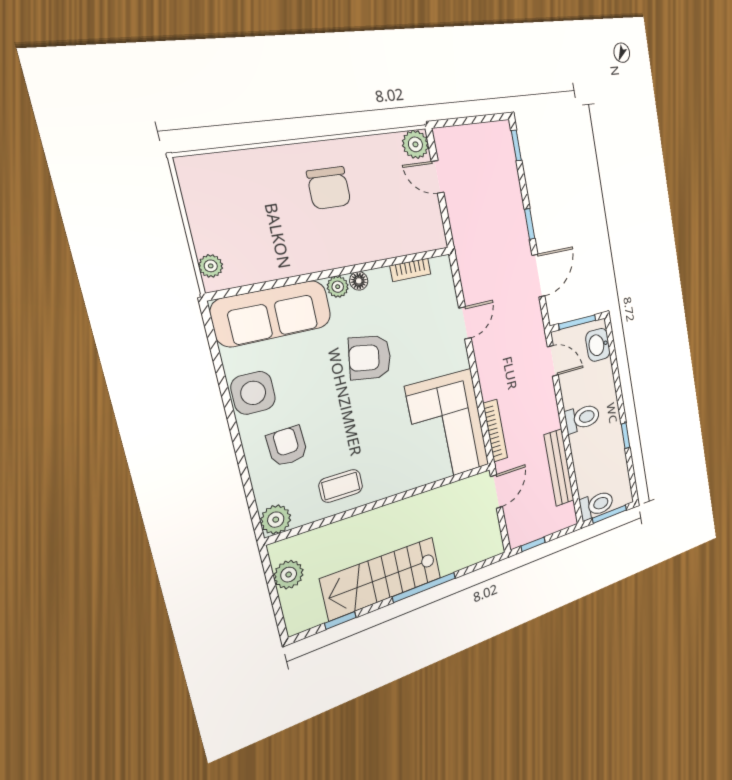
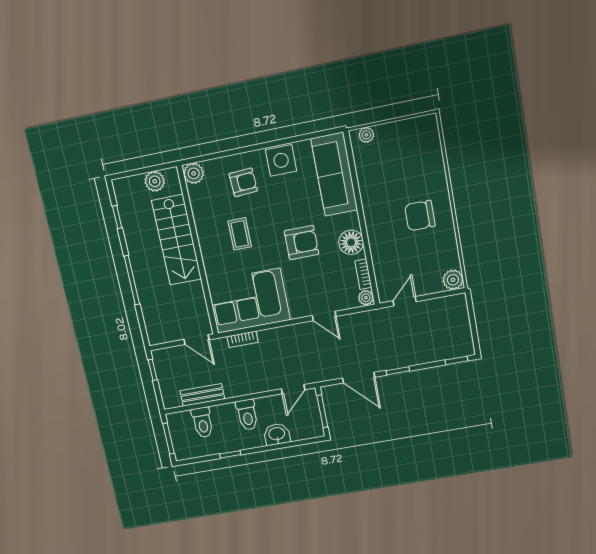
door: (438, 177) -> (405, 301), moved
floor lamp: (359, 281) -> (351, 242), width x1.89, depth x1.89
plant: (338, 287) -> (366, 298), moved
washbasin: (598, 345) -> (277, 434), moved
armchair: (370, 358) -> (302, 243), turned 81
bookcase: (495, 431) -> (243, 339), width x0.64
bench: (559, 468) -> (202, 395), width x0.73
coffee table: (341, 486) -> (240, 234), moved
toilet: (597, 505) -> (202, 422), moved
stairs: (382, 578) -> (177, 240), moved, turned 180

